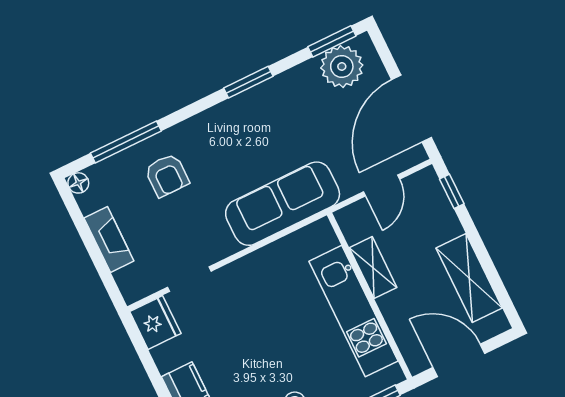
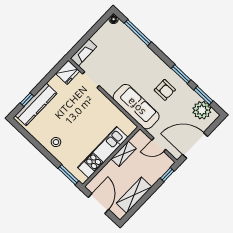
window: (332, 41) -> (203, 95), moved
armchair: (167, 175) -> (165, 90), moved, turned -90
fireplace: (109, 240) -> (83, 52), moved

